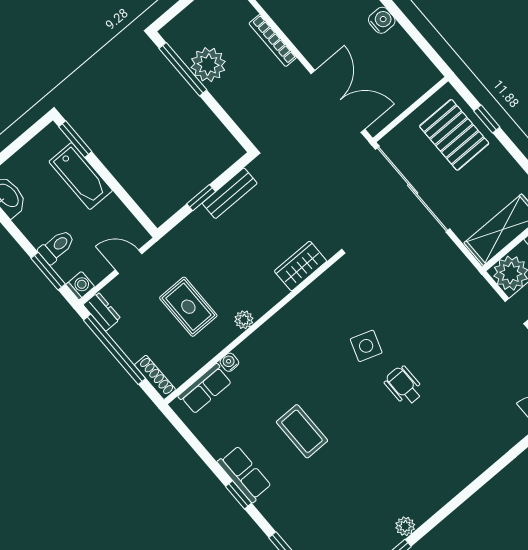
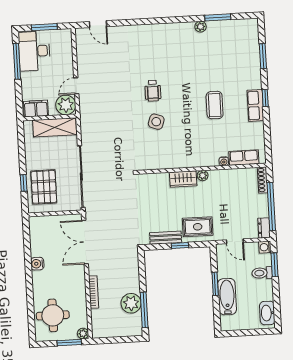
window: (75, 139) -> (215, 284), moved
wardrobe: (301, 266) -> (183, 179), moved
rug: (188, 307) -> (198, 227), moved, turned 90

